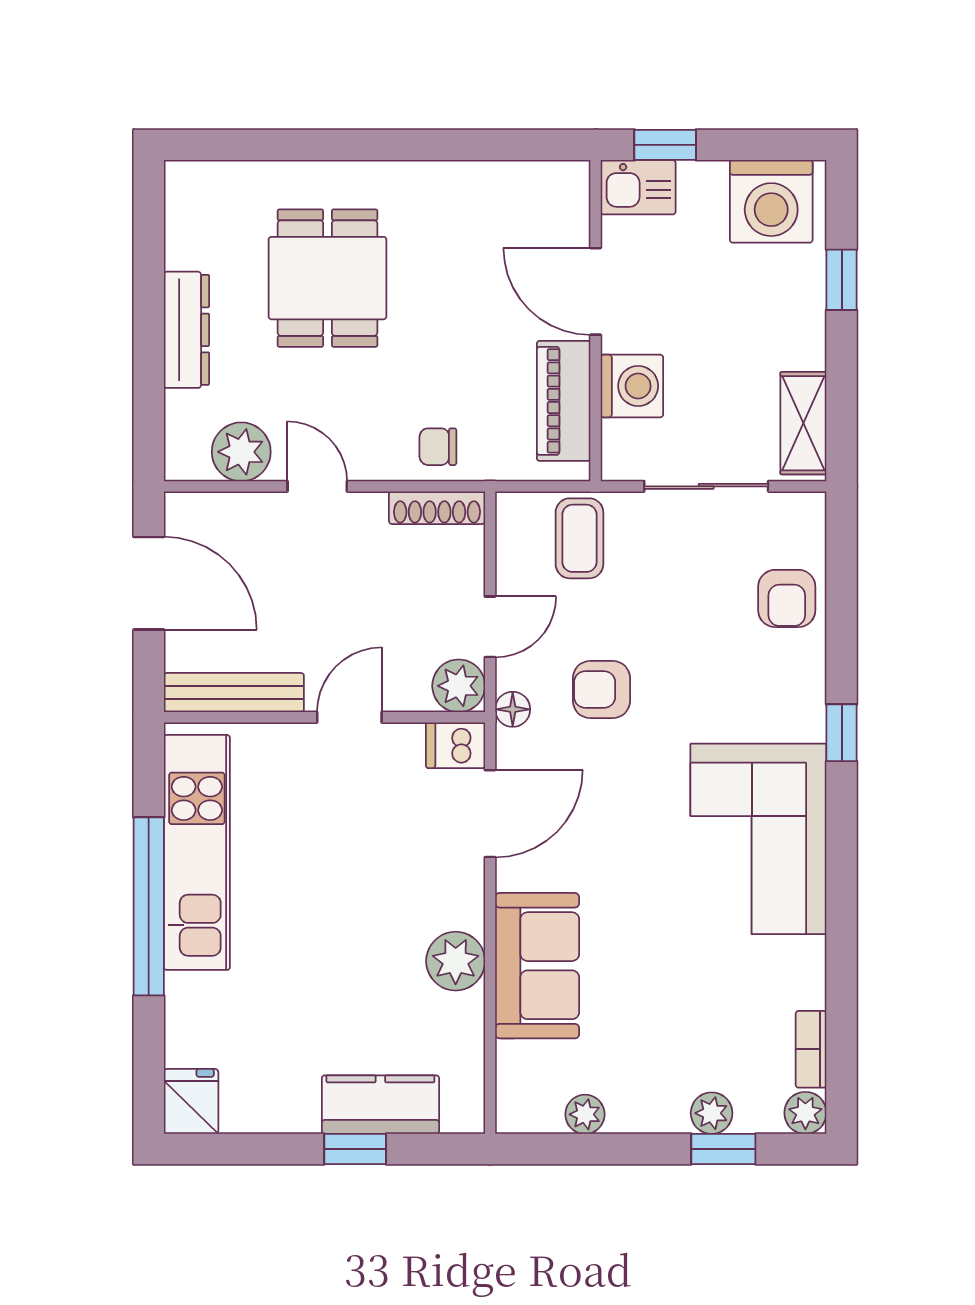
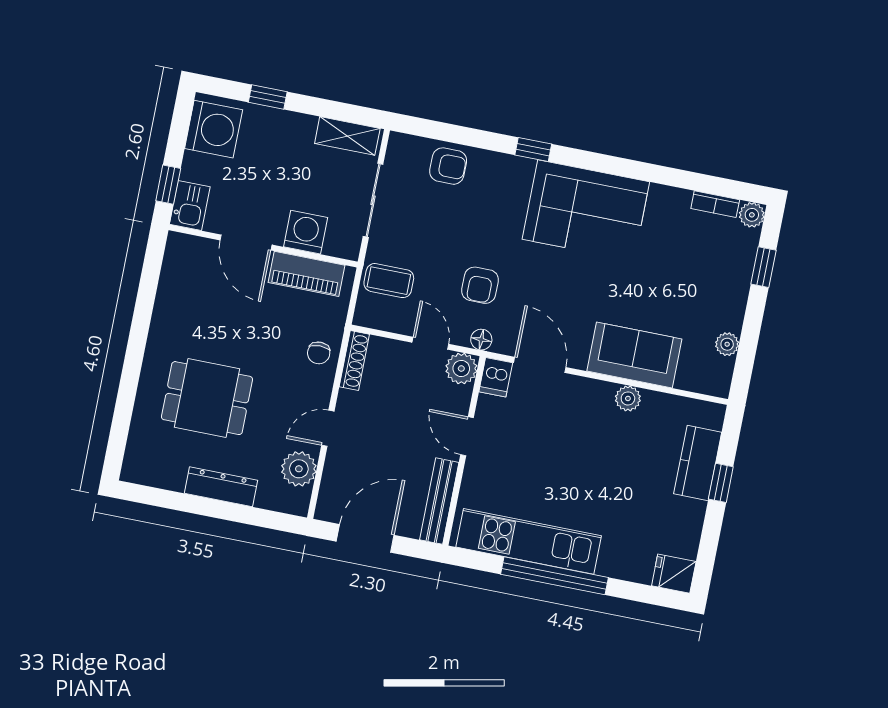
door: (596, 291) -> (246, 242), hinge flipped
plant: (456, 961) -> (628, 398), width x0.73, depth x0.73
plant: (712, 1113) -> (741, 270), removed

